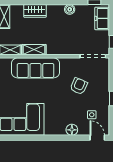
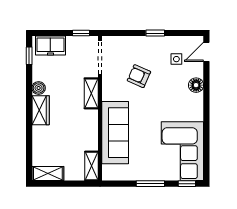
wardrobe: (35, 11) -> (41, 110), moved
shelving: (34, 50) -> (91, 93), moved

